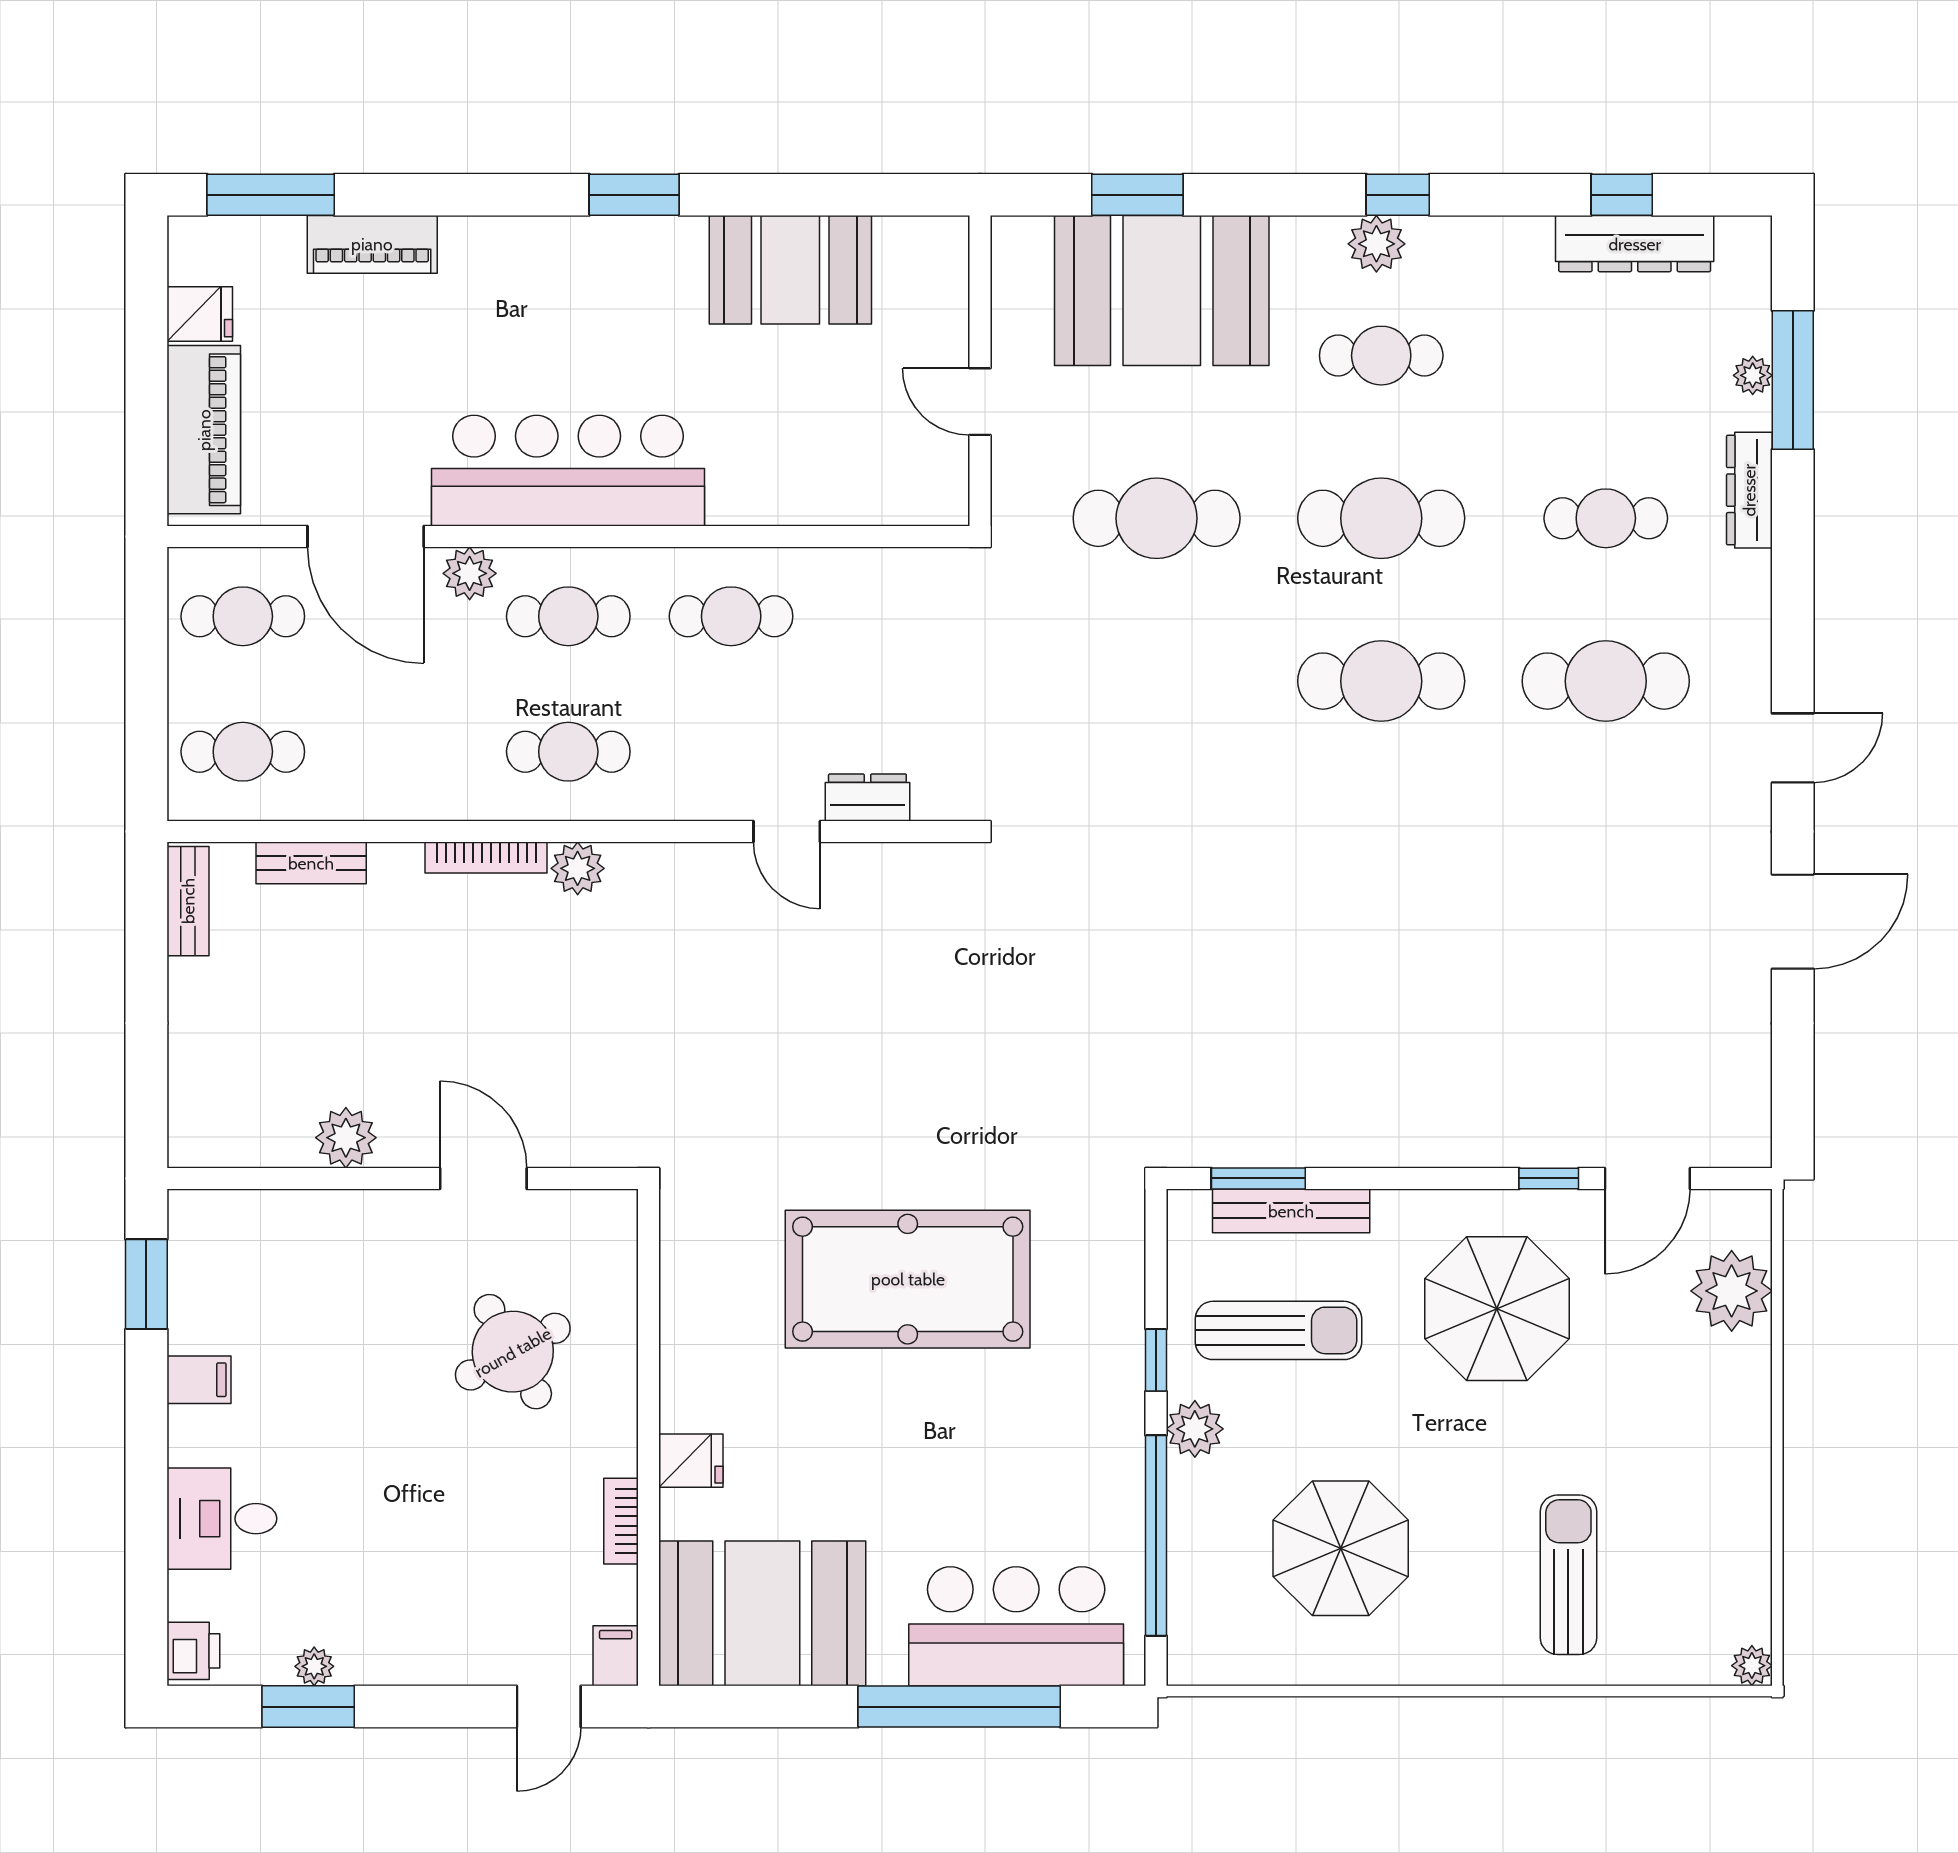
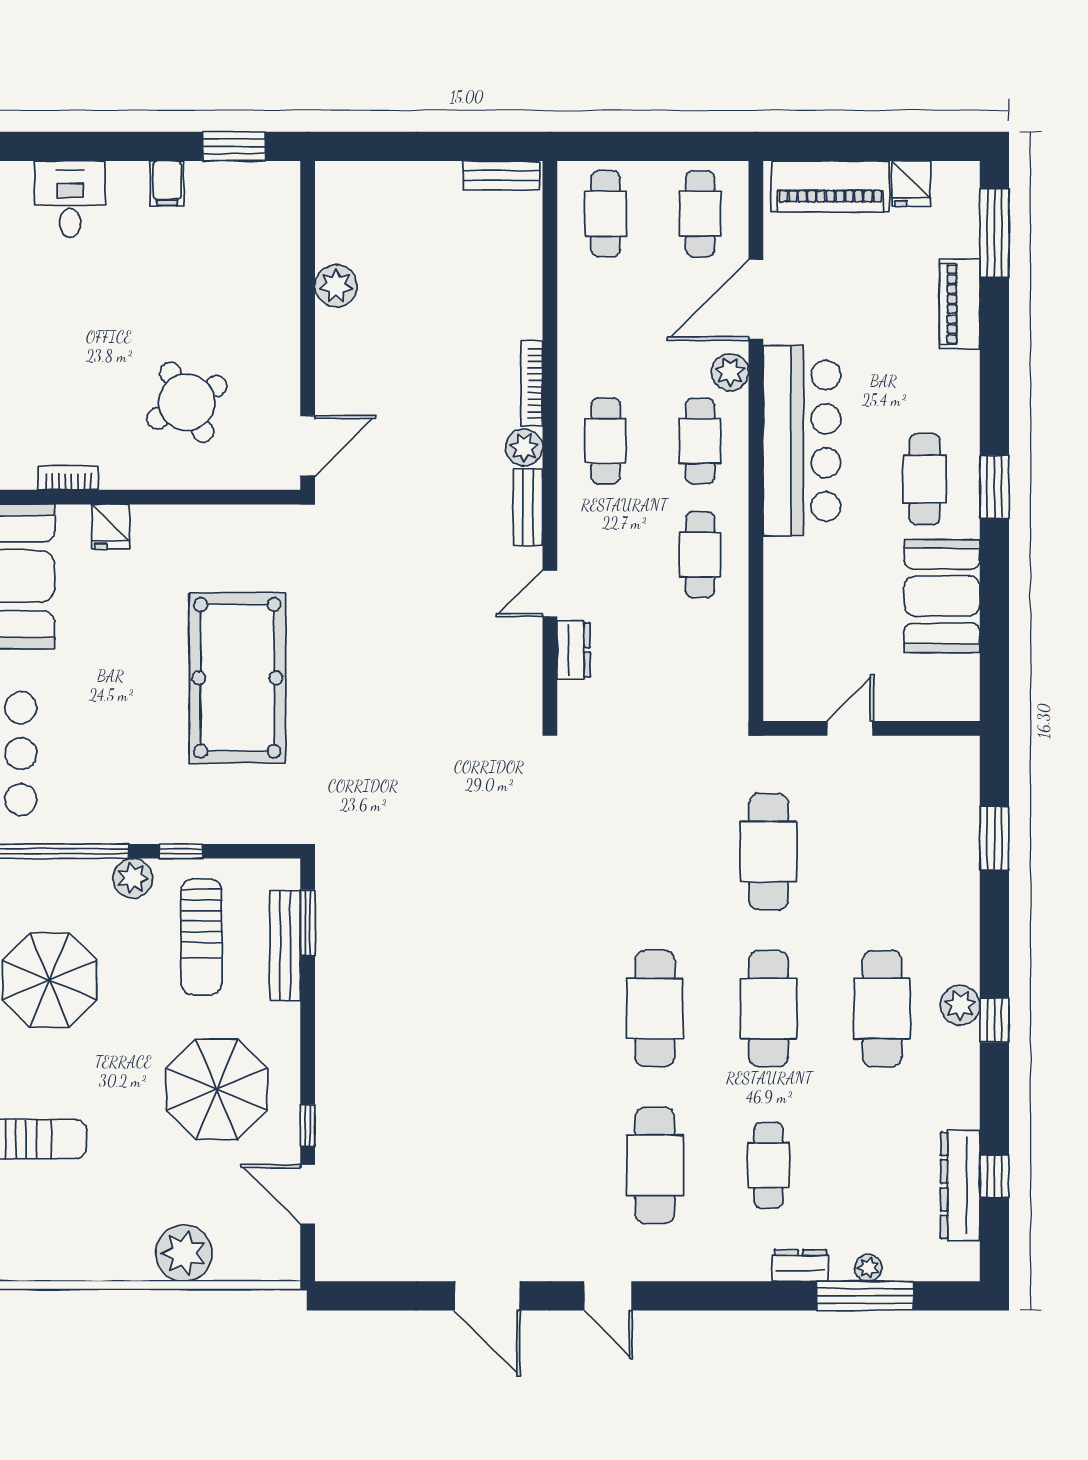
booth: (1162, 291) -> (928, 855), removed
cafe table: (623, 295) -> (925, 479), added
cafe table: (1381, 356) -> (882, 1008), width x1.37, depth x1.35
dresser: (1749, 490) -> (801, 1266), width x0.70
bench: (311, 863) -> (528, 507), moved
door: (483, 1178) -> (308, 446), moved
plant: (1732, 1291) -> (184, 1253), moved

